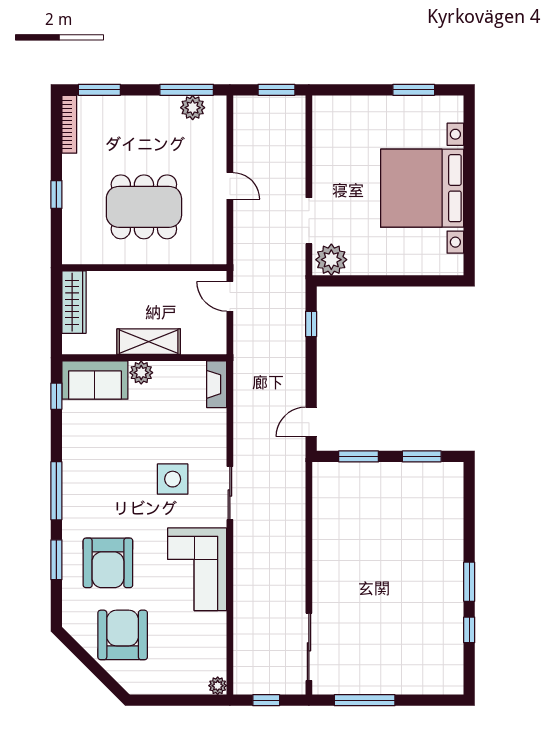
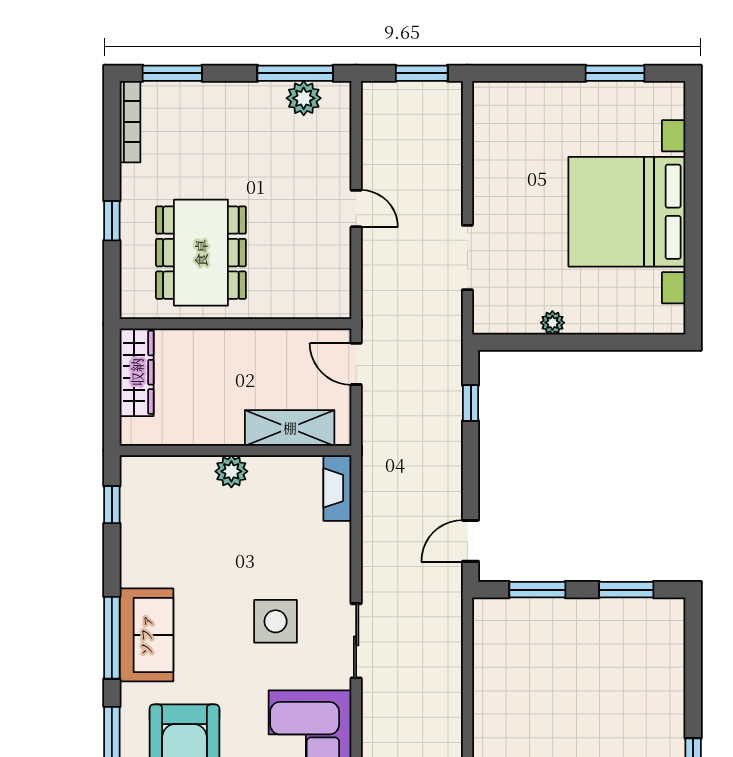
dining table: (144, 207) -> (201, 253), moved, turned 90
plant: (331, 260) -> (552, 323), moved, width x0.53, depth x0.53
shelving: (149, 342) -> (290, 428), moved
sofa: (95, 380) -> (146, 635), moved, turned -90

